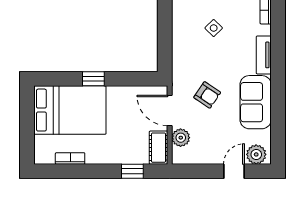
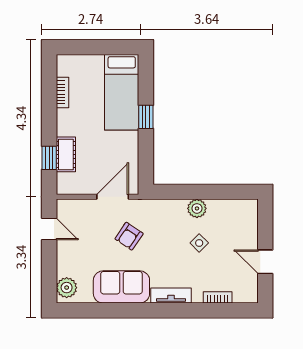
bed: (70, 110) -> (122, 92), width x0.67
plant: (181, 138) -> (197, 208), moved
cot: (159, 148) -> (66, 154), moved, turned 90
door: (234, 171) -> (49, 229), moved

